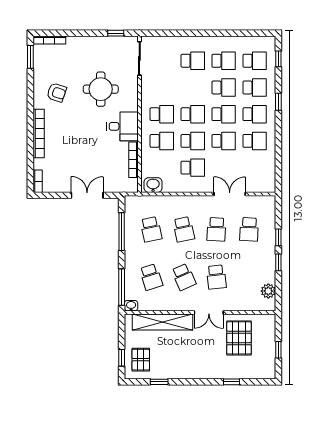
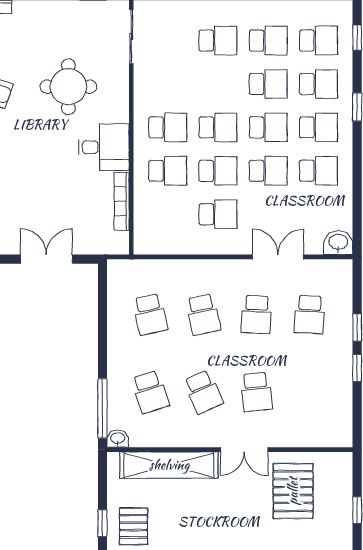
washbasin: (153, 185) -> (338, 243), moved
window: (122, 232) -> (102, 318), removed
plant: (268, 291) -> (341, 415), removed

